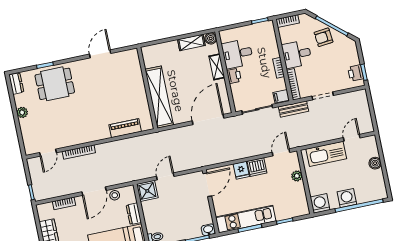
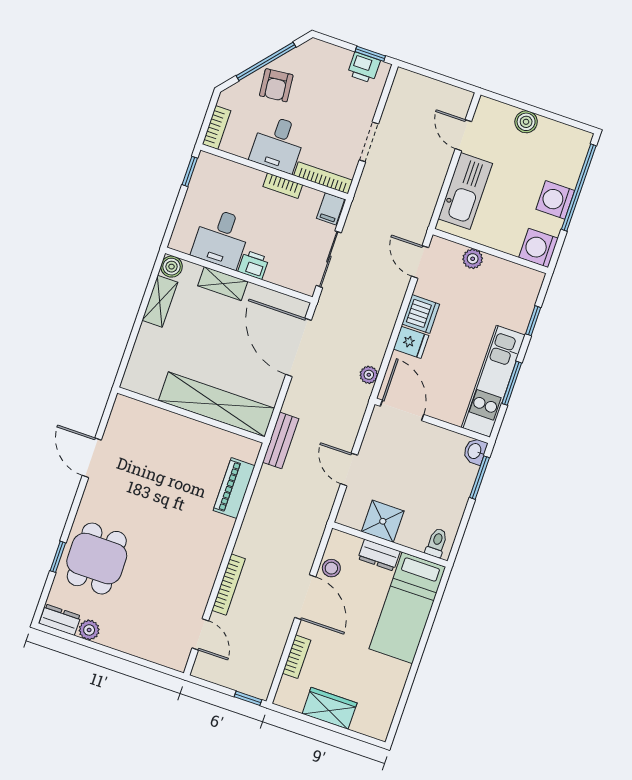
bench: (293, 109) -> (281, 440), moved
plant: (22, 112) -> (89, 630), moved
plant: (215, 160) -> (369, 375), added
shower: (147, 191) -> (383, 521), moved

